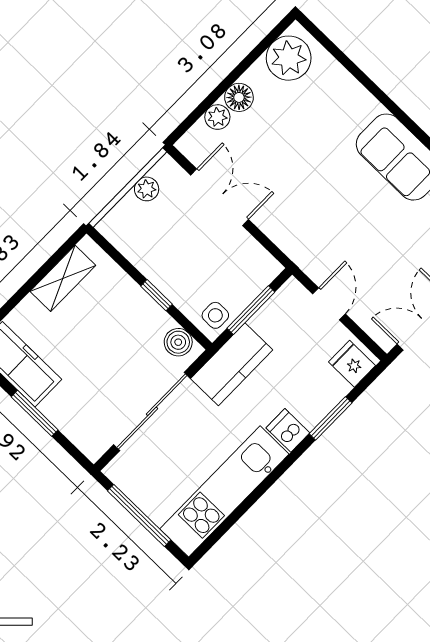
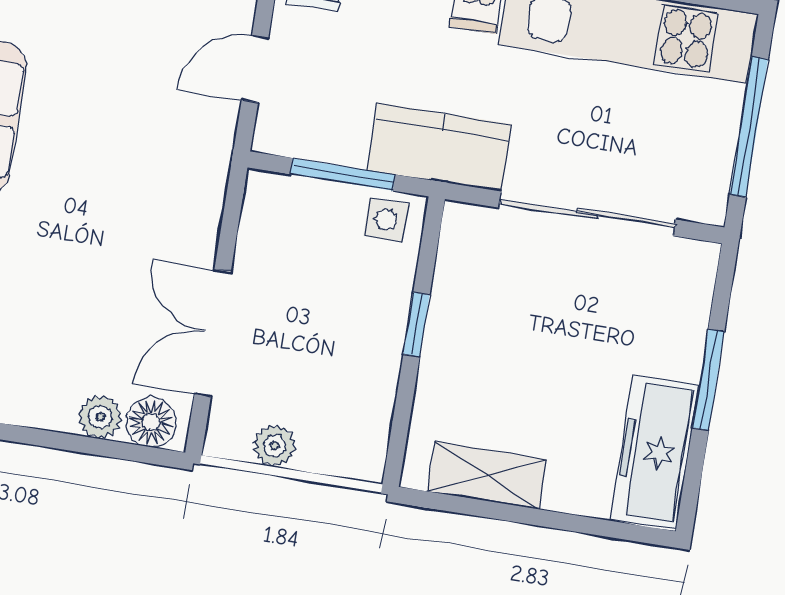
floor lamp: (239, 97) -> (151, 422), moved
boiler: (178, 342) -> (462, 246), removed

